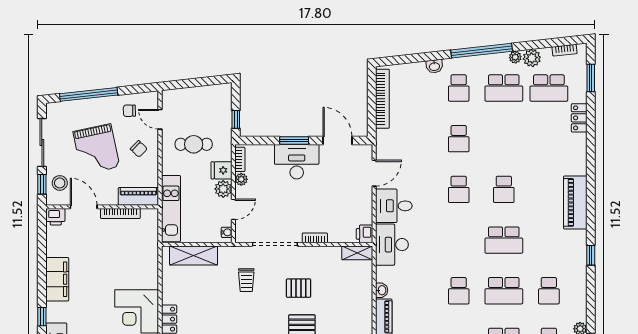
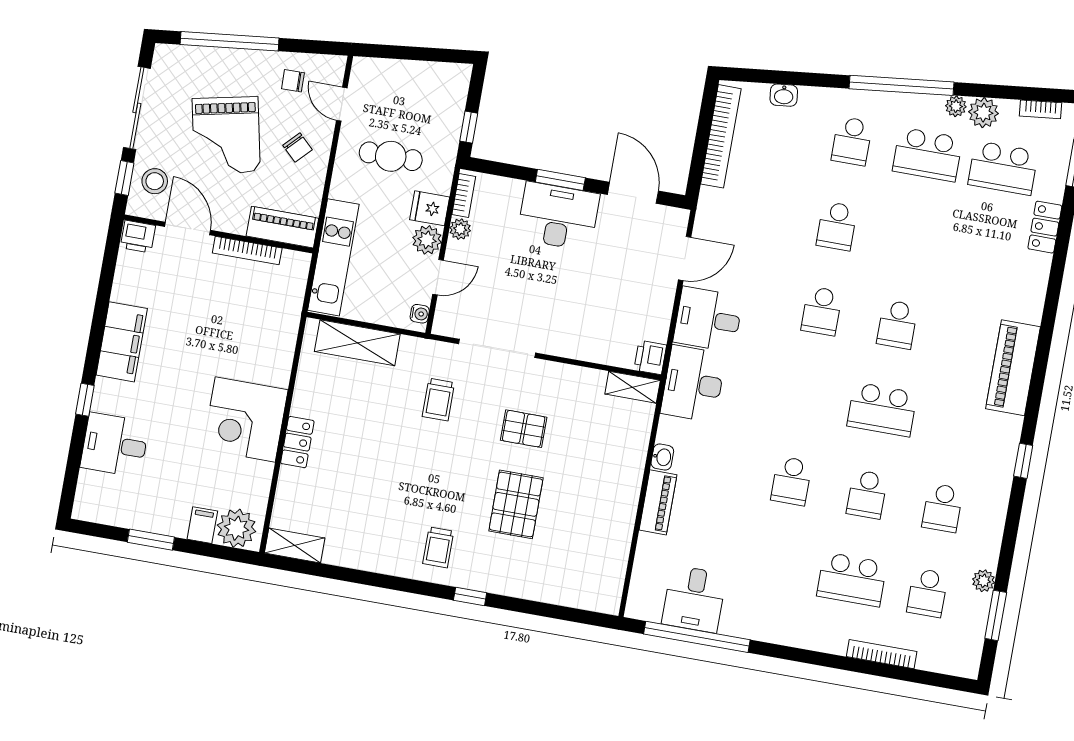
washbasin: (434, 66) -> (784, 95), moved
bookcase: (315, 238) -> (566, 349), removed
school desk: (504, 291) -> (867, 494), width x0.54

